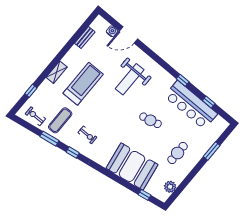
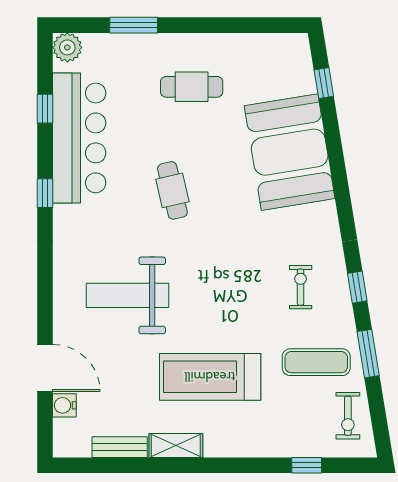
shelving: (57, 72) -> (176, 445), moved
weight bench: (130, 79) -> (128, 295), turned 180
plant: (170, 187) -> (67, 47), moved

